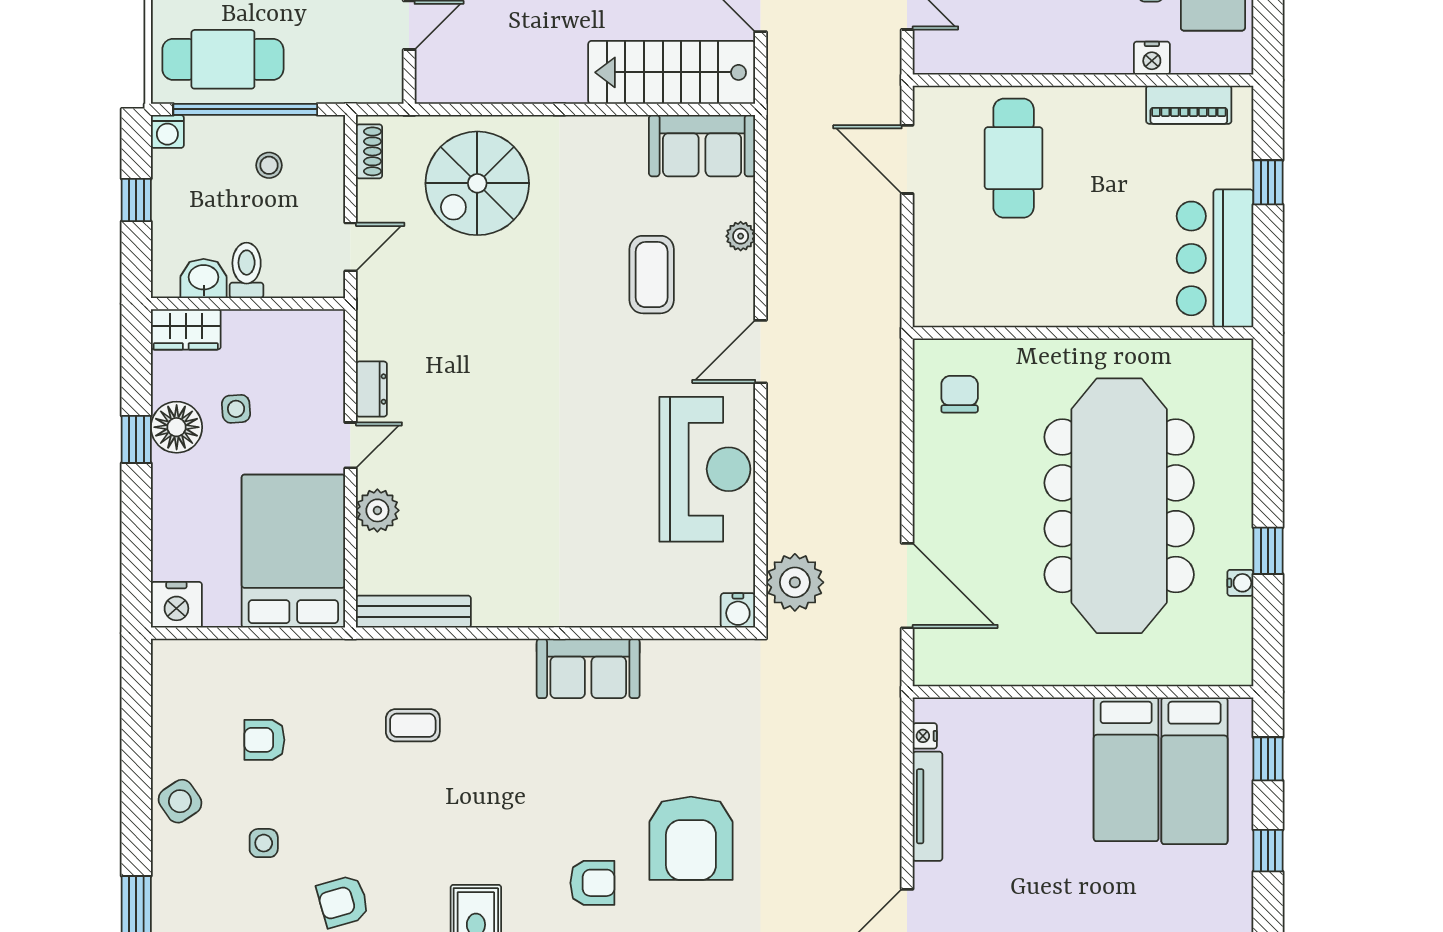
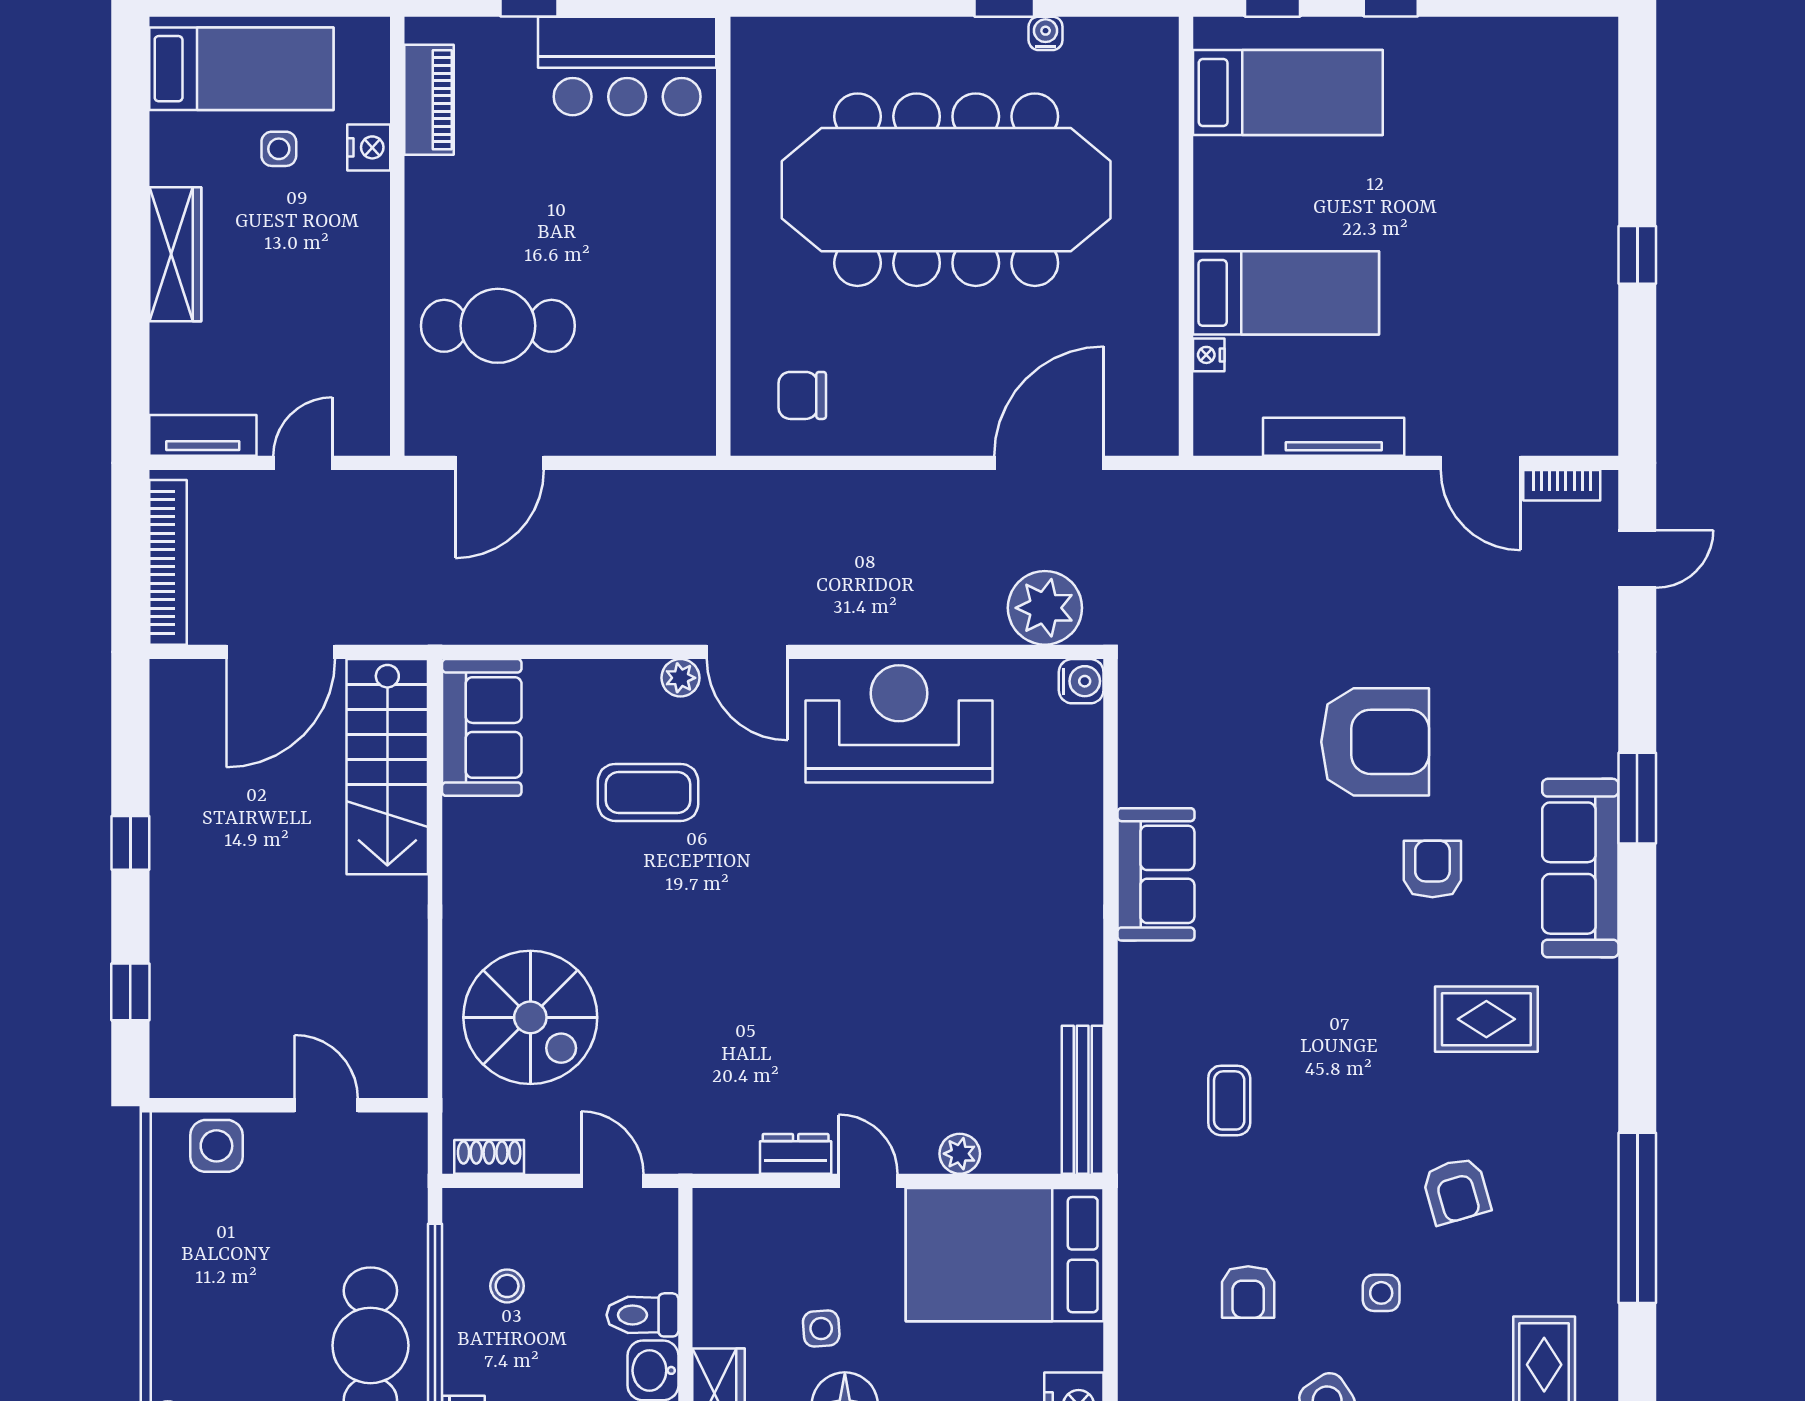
plant: (741, 236) -> (680, 678), moved
plant: (377, 510) -> (960, 1154), width x0.73, depth x0.73
nightstand: (925, 736) -> (1209, 355), moved, turned 90
bed: (1126, 769) -> (1286, 293), moved

